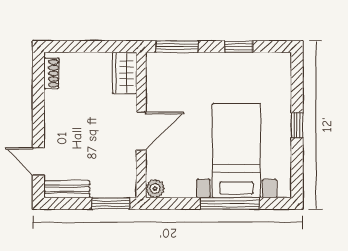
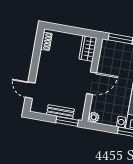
bench: (67, 189) -> (60, 112), moved

